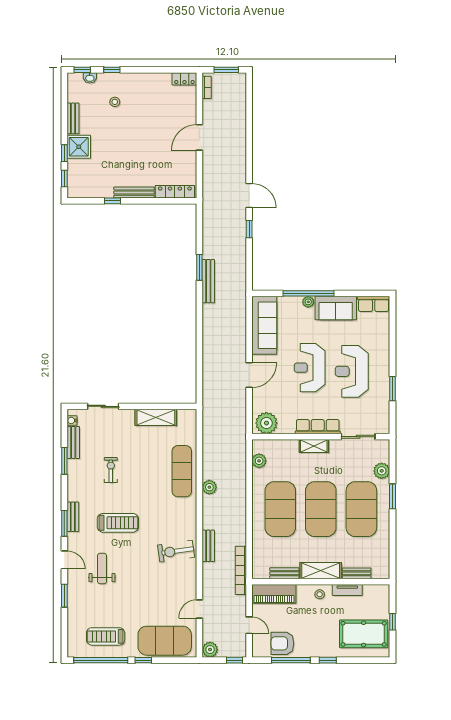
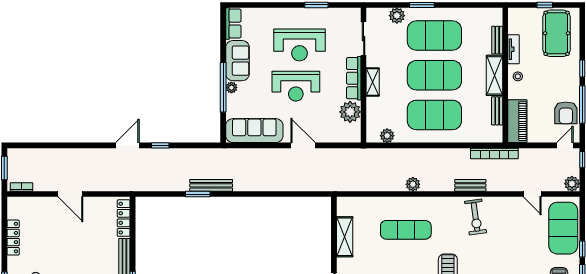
locker: (184, 79) -> (13, 238), moved, width x1.53
plant: (266, 423) -> (350, 112), moved
exercise mat: (182, 471) -> (406, 230), moved
door: (249, 625) -> (565, 145), moved

